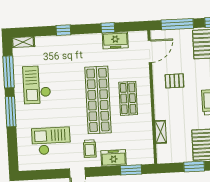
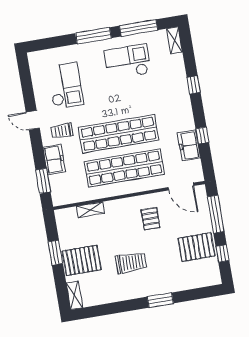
shop shelf: (128, 98) -> (124, 168), width x2.00, depth x1.36

